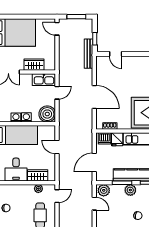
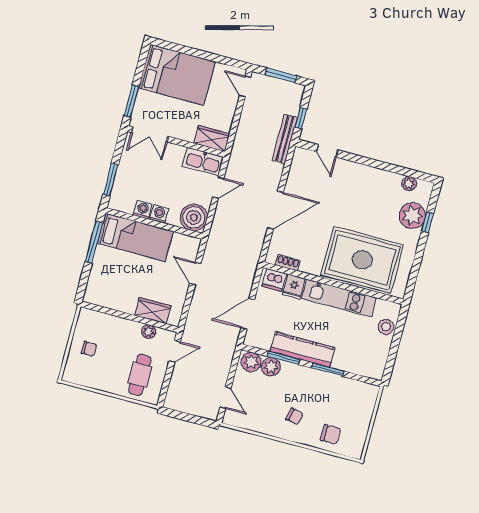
wardrobe: (34, 65) -> (212, 139), moved
door: (94, 97) -> (275, 210), hinge flipped
desk: (16, 170) -> (121, 292), removed
plant: (130, 190) -> (271, 367), moved
door: (94, 204) -> (225, 398), moved

